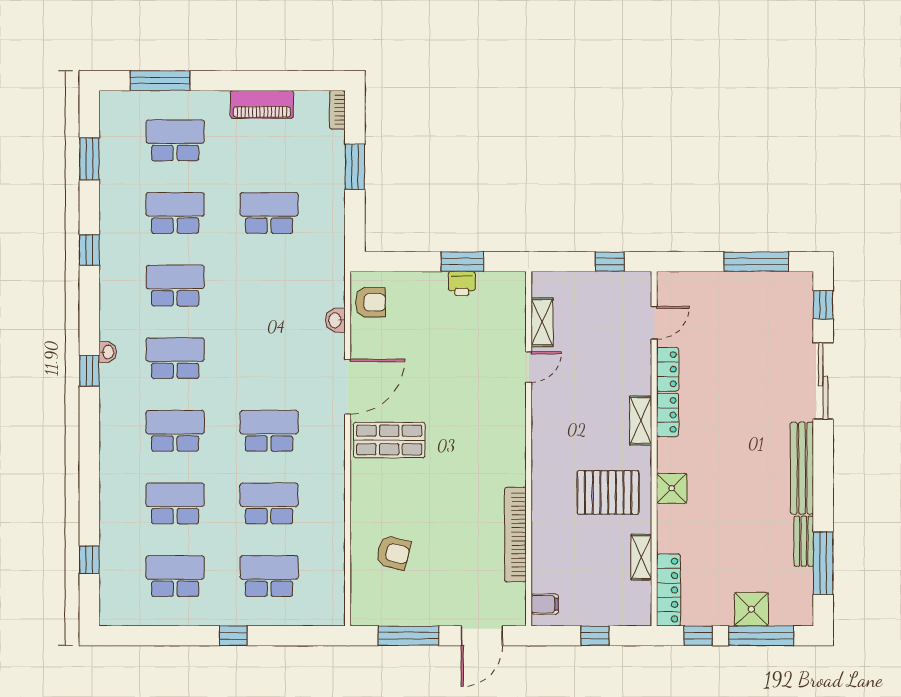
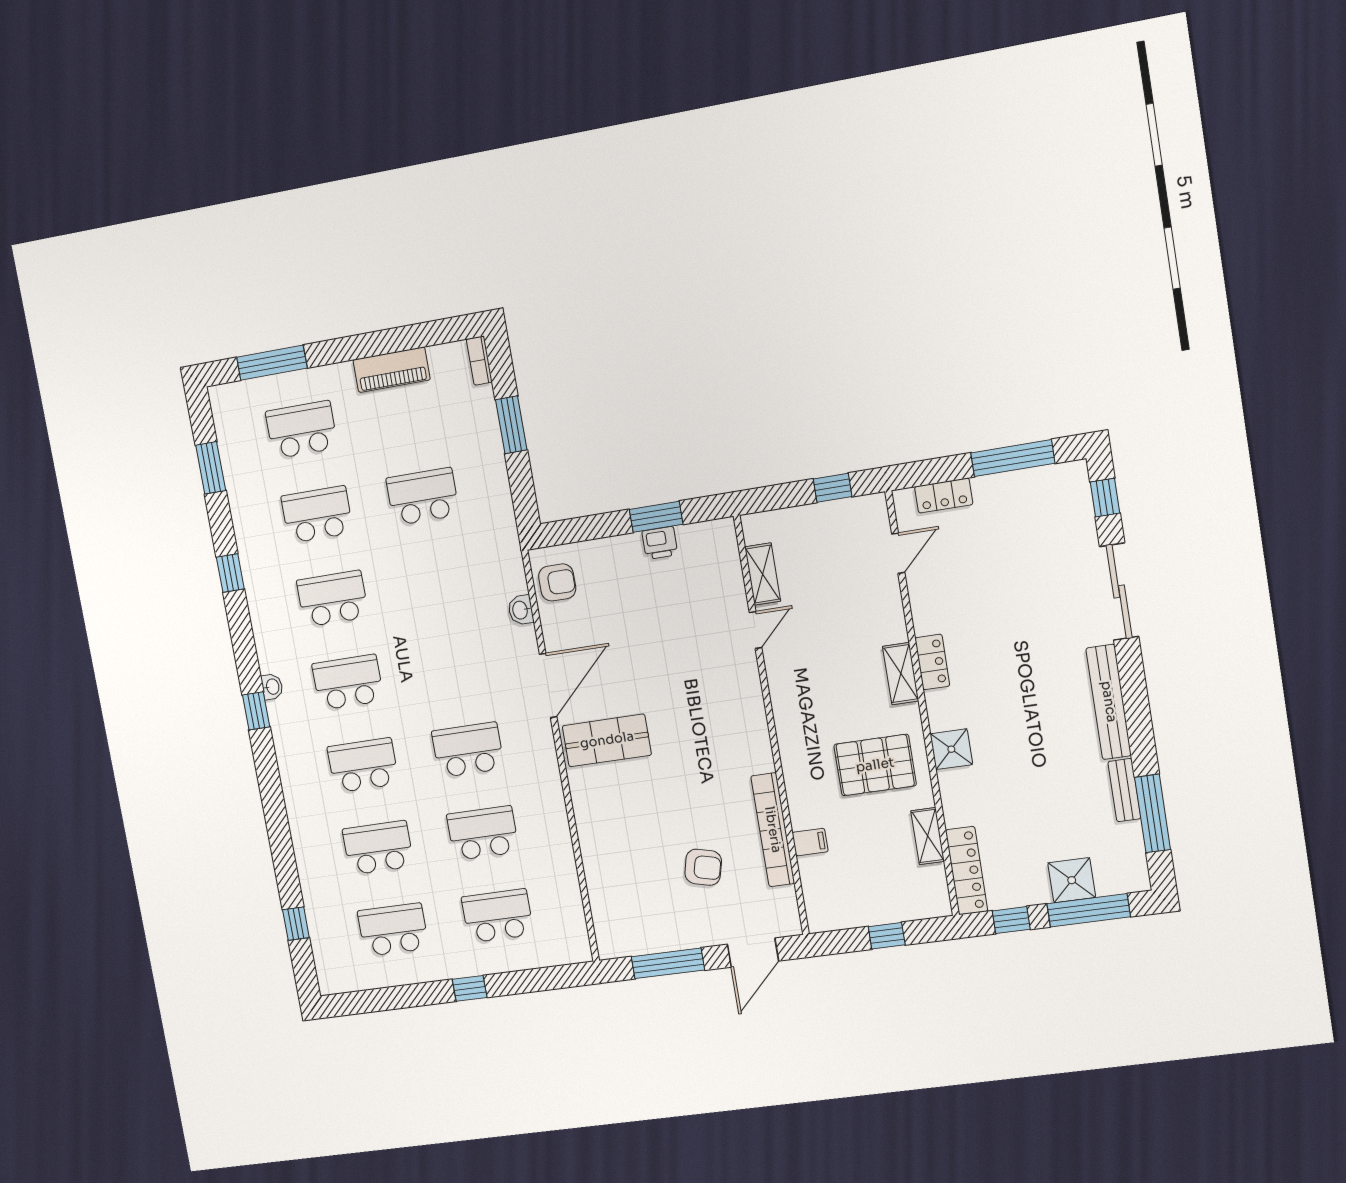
locker: (668, 369) -> (944, 496), moved, turned 90
armchair: (393, 553) -> (703, 867), moved
filing cabinet: (545, 604) -> (810, 842), moved

